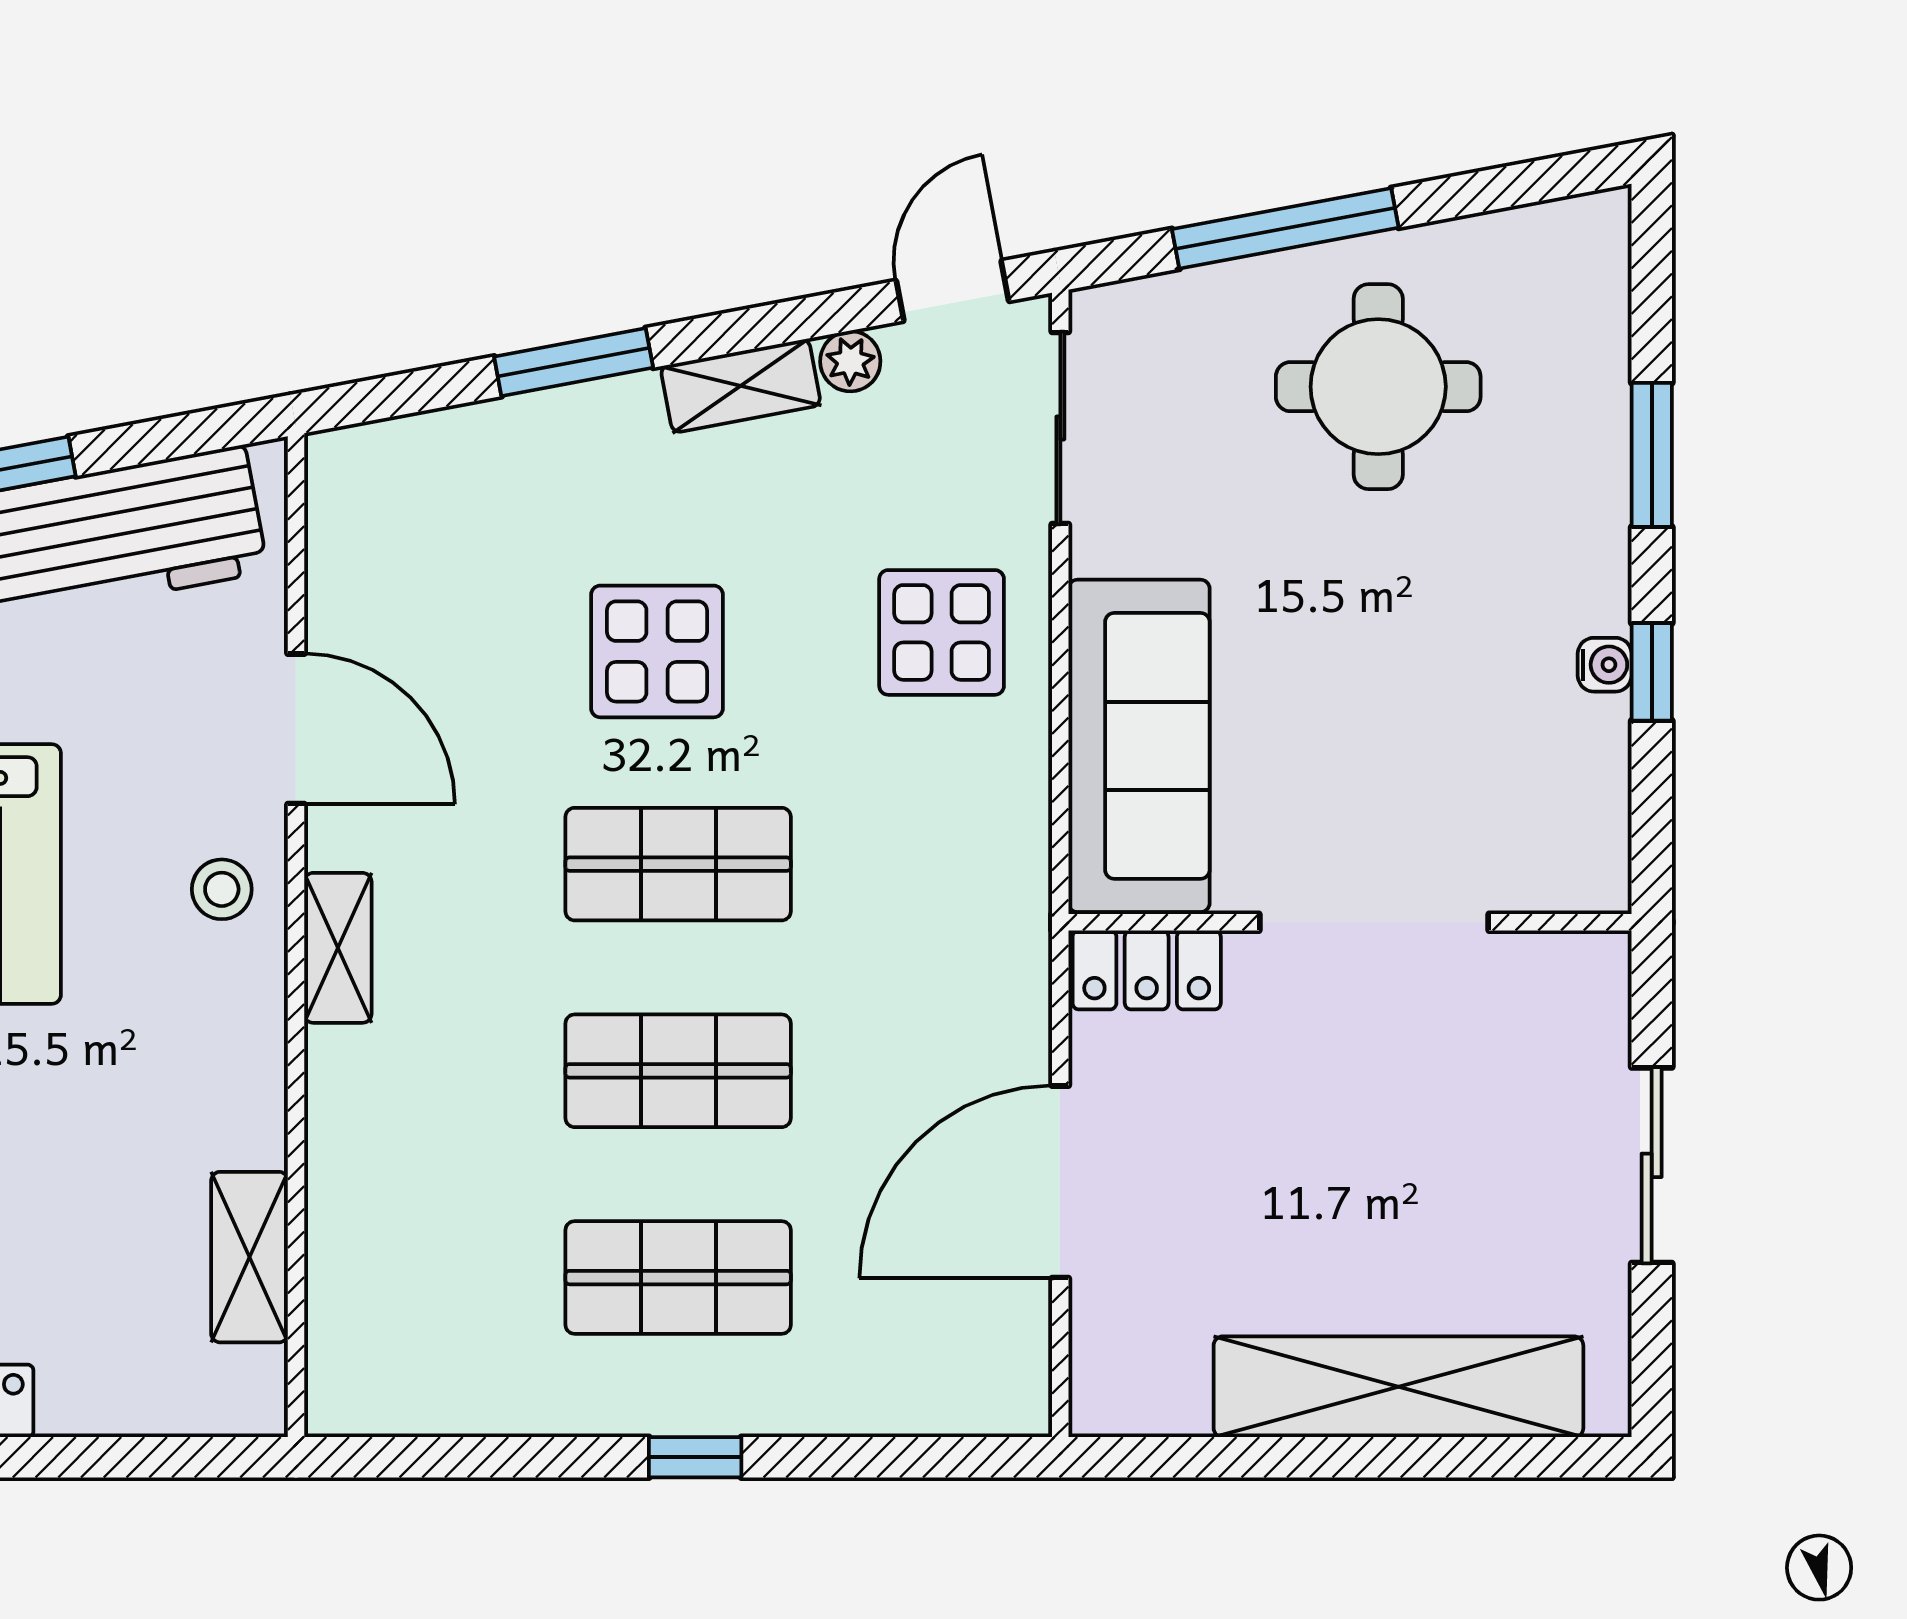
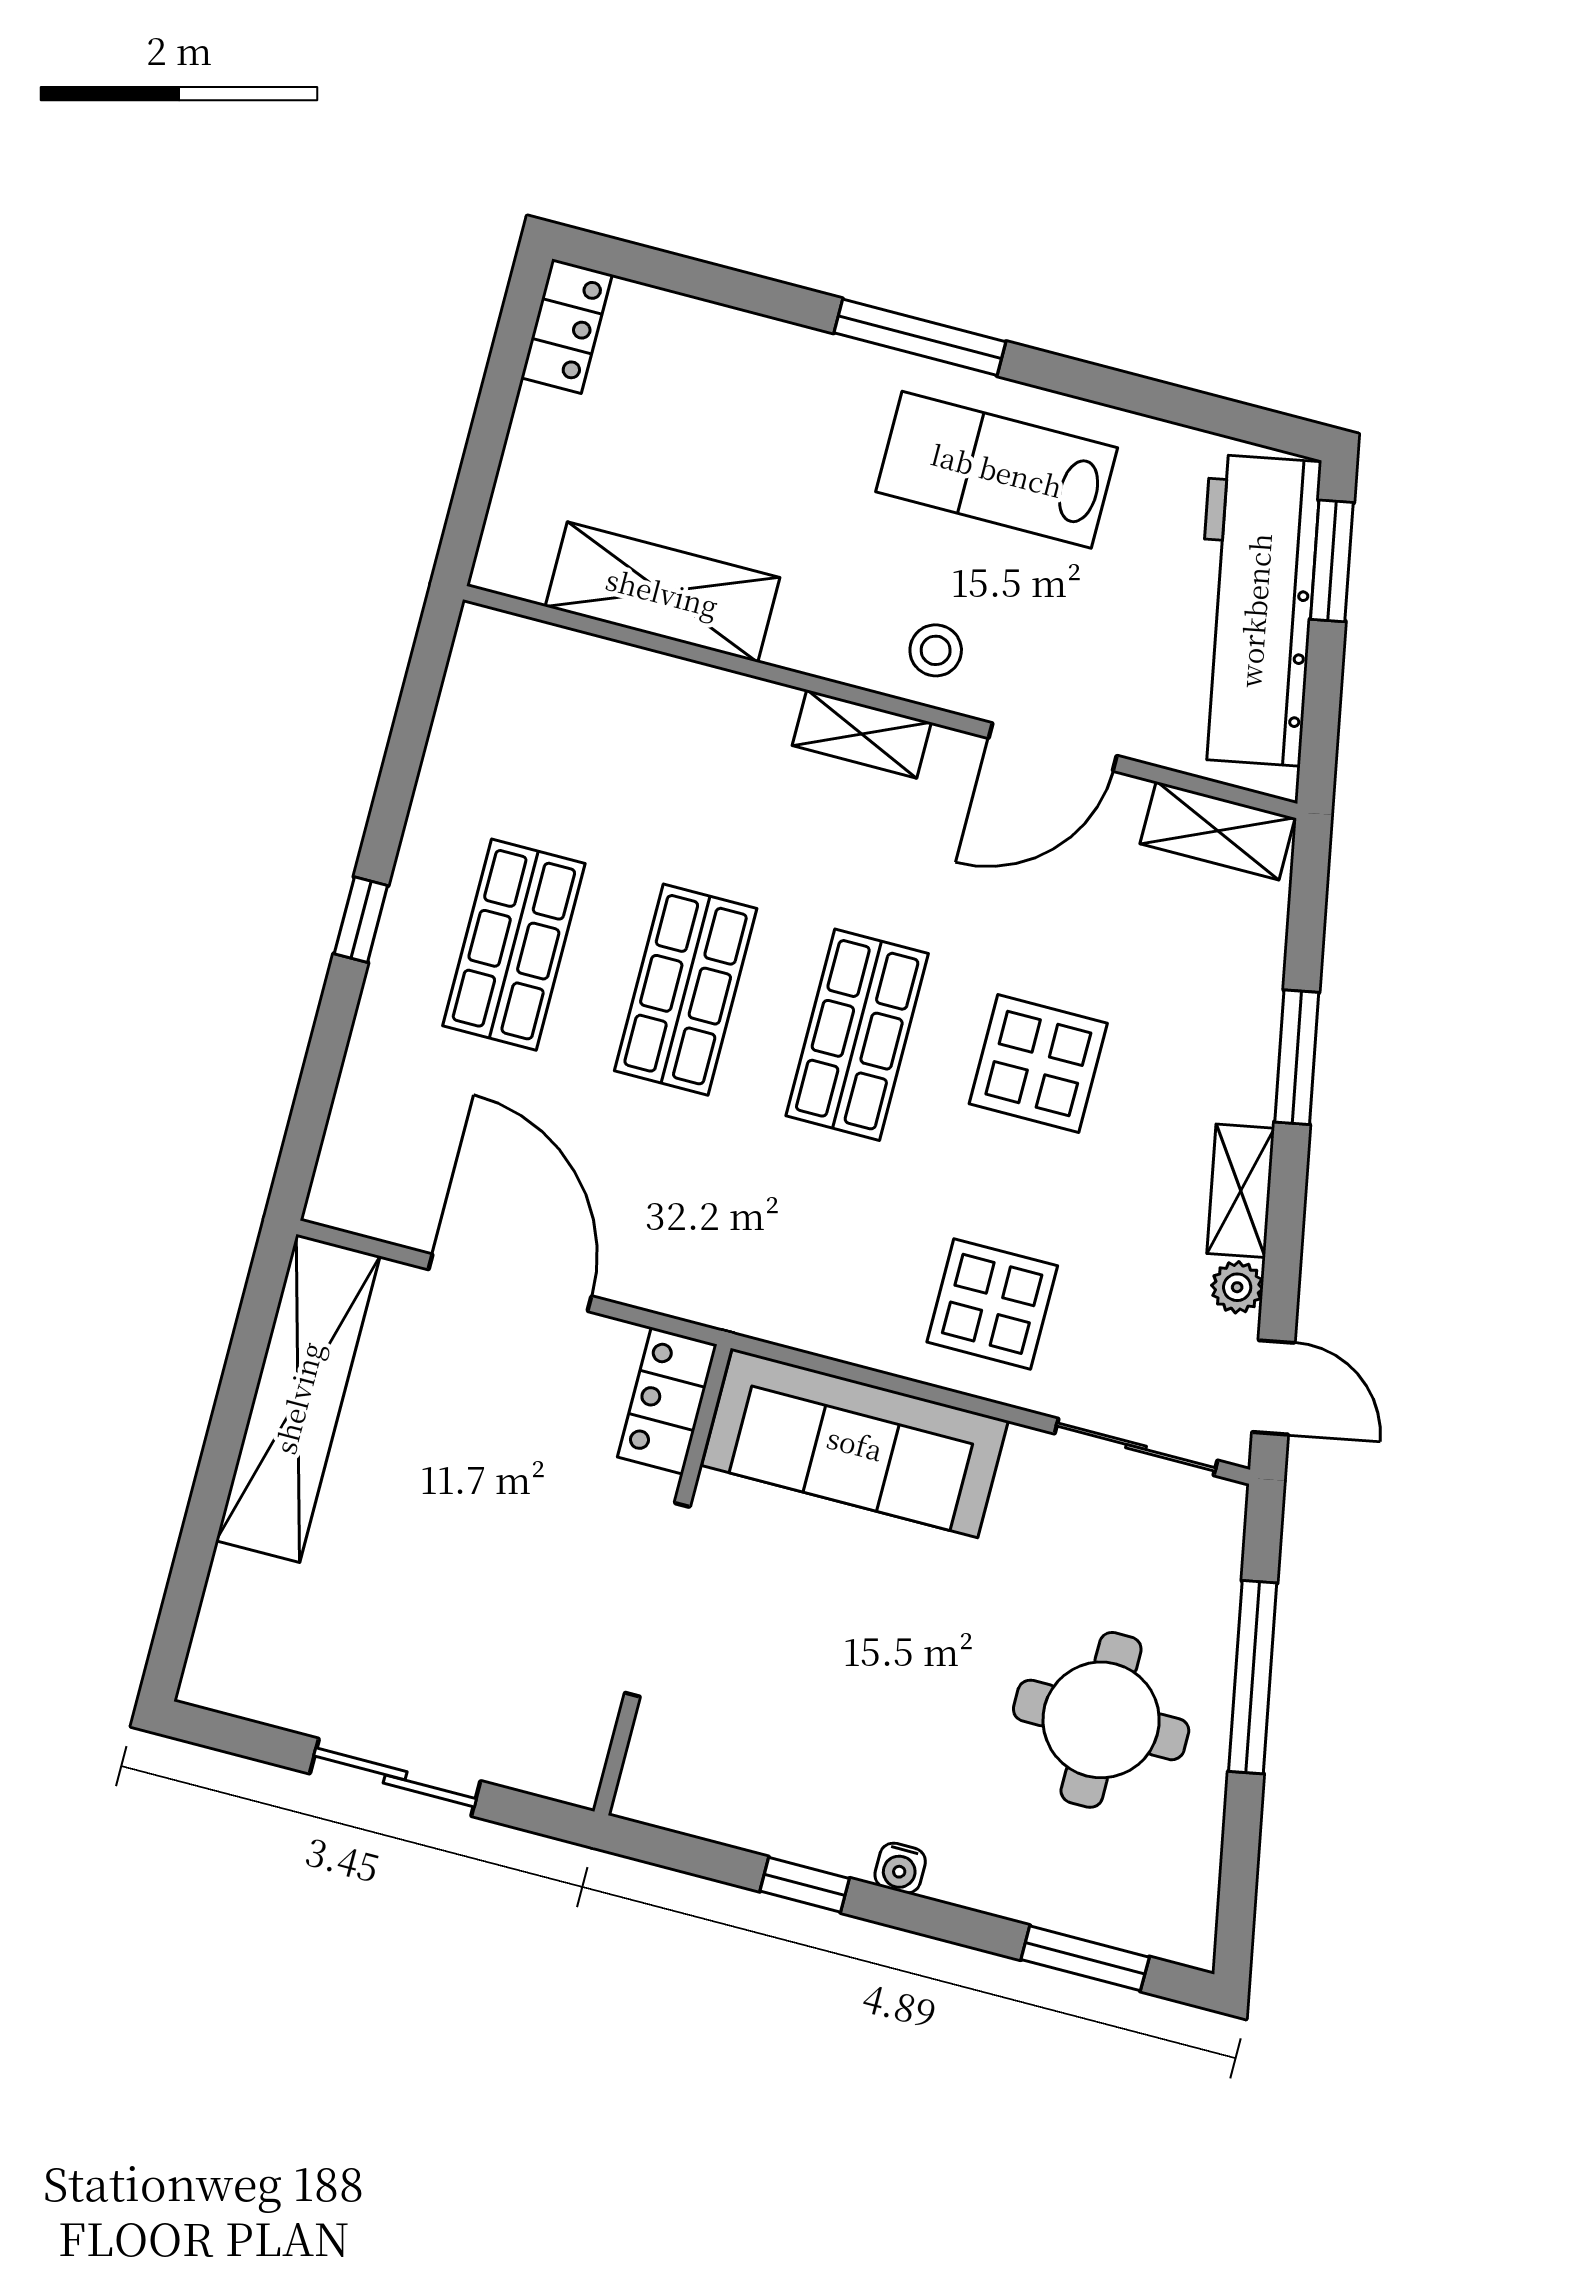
window: (1652, 455) -> (1085, 1958), moved
shelving: (342, 518) -> (1218, 831), added
water cooler: (1605, 665) -> (900, 1868), moved
shelving: (250, 1257) -> (662, 592), width x1.50, depth x1.33
shelving: (1398, 1387) -> (298, 1398), moved

